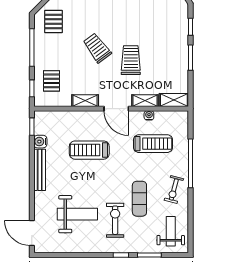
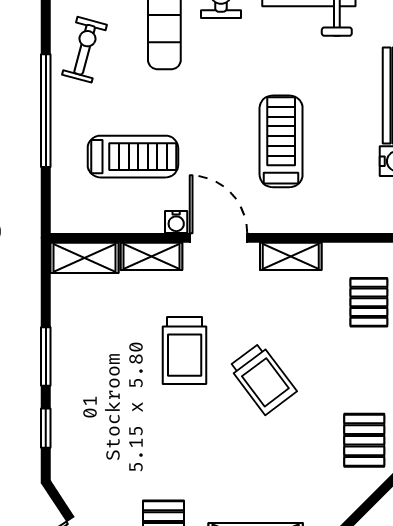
water cooler: (149, 115) -> (176, 222), moved
treadmill: (153, 144) -> (133, 157), turned 180
treadmill: (89, 150) -> (281, 141), turned -90

